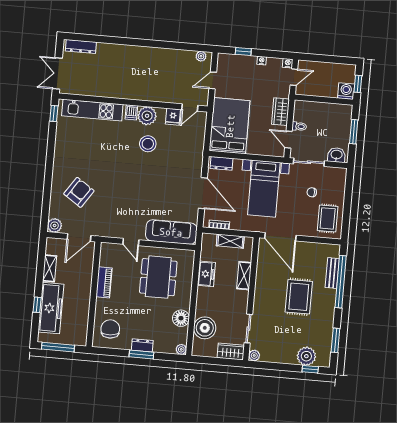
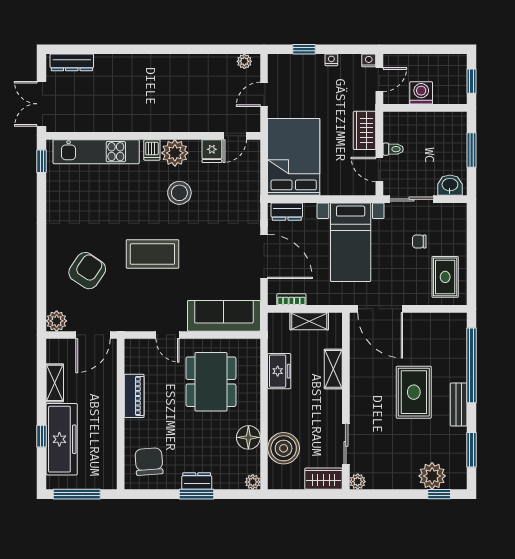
washing machine: (346, 91) -> (421, 93), moved
coffee table: (125, 185) -> (152, 254), added
bench: (332, 273) -> (459, 404), moved

